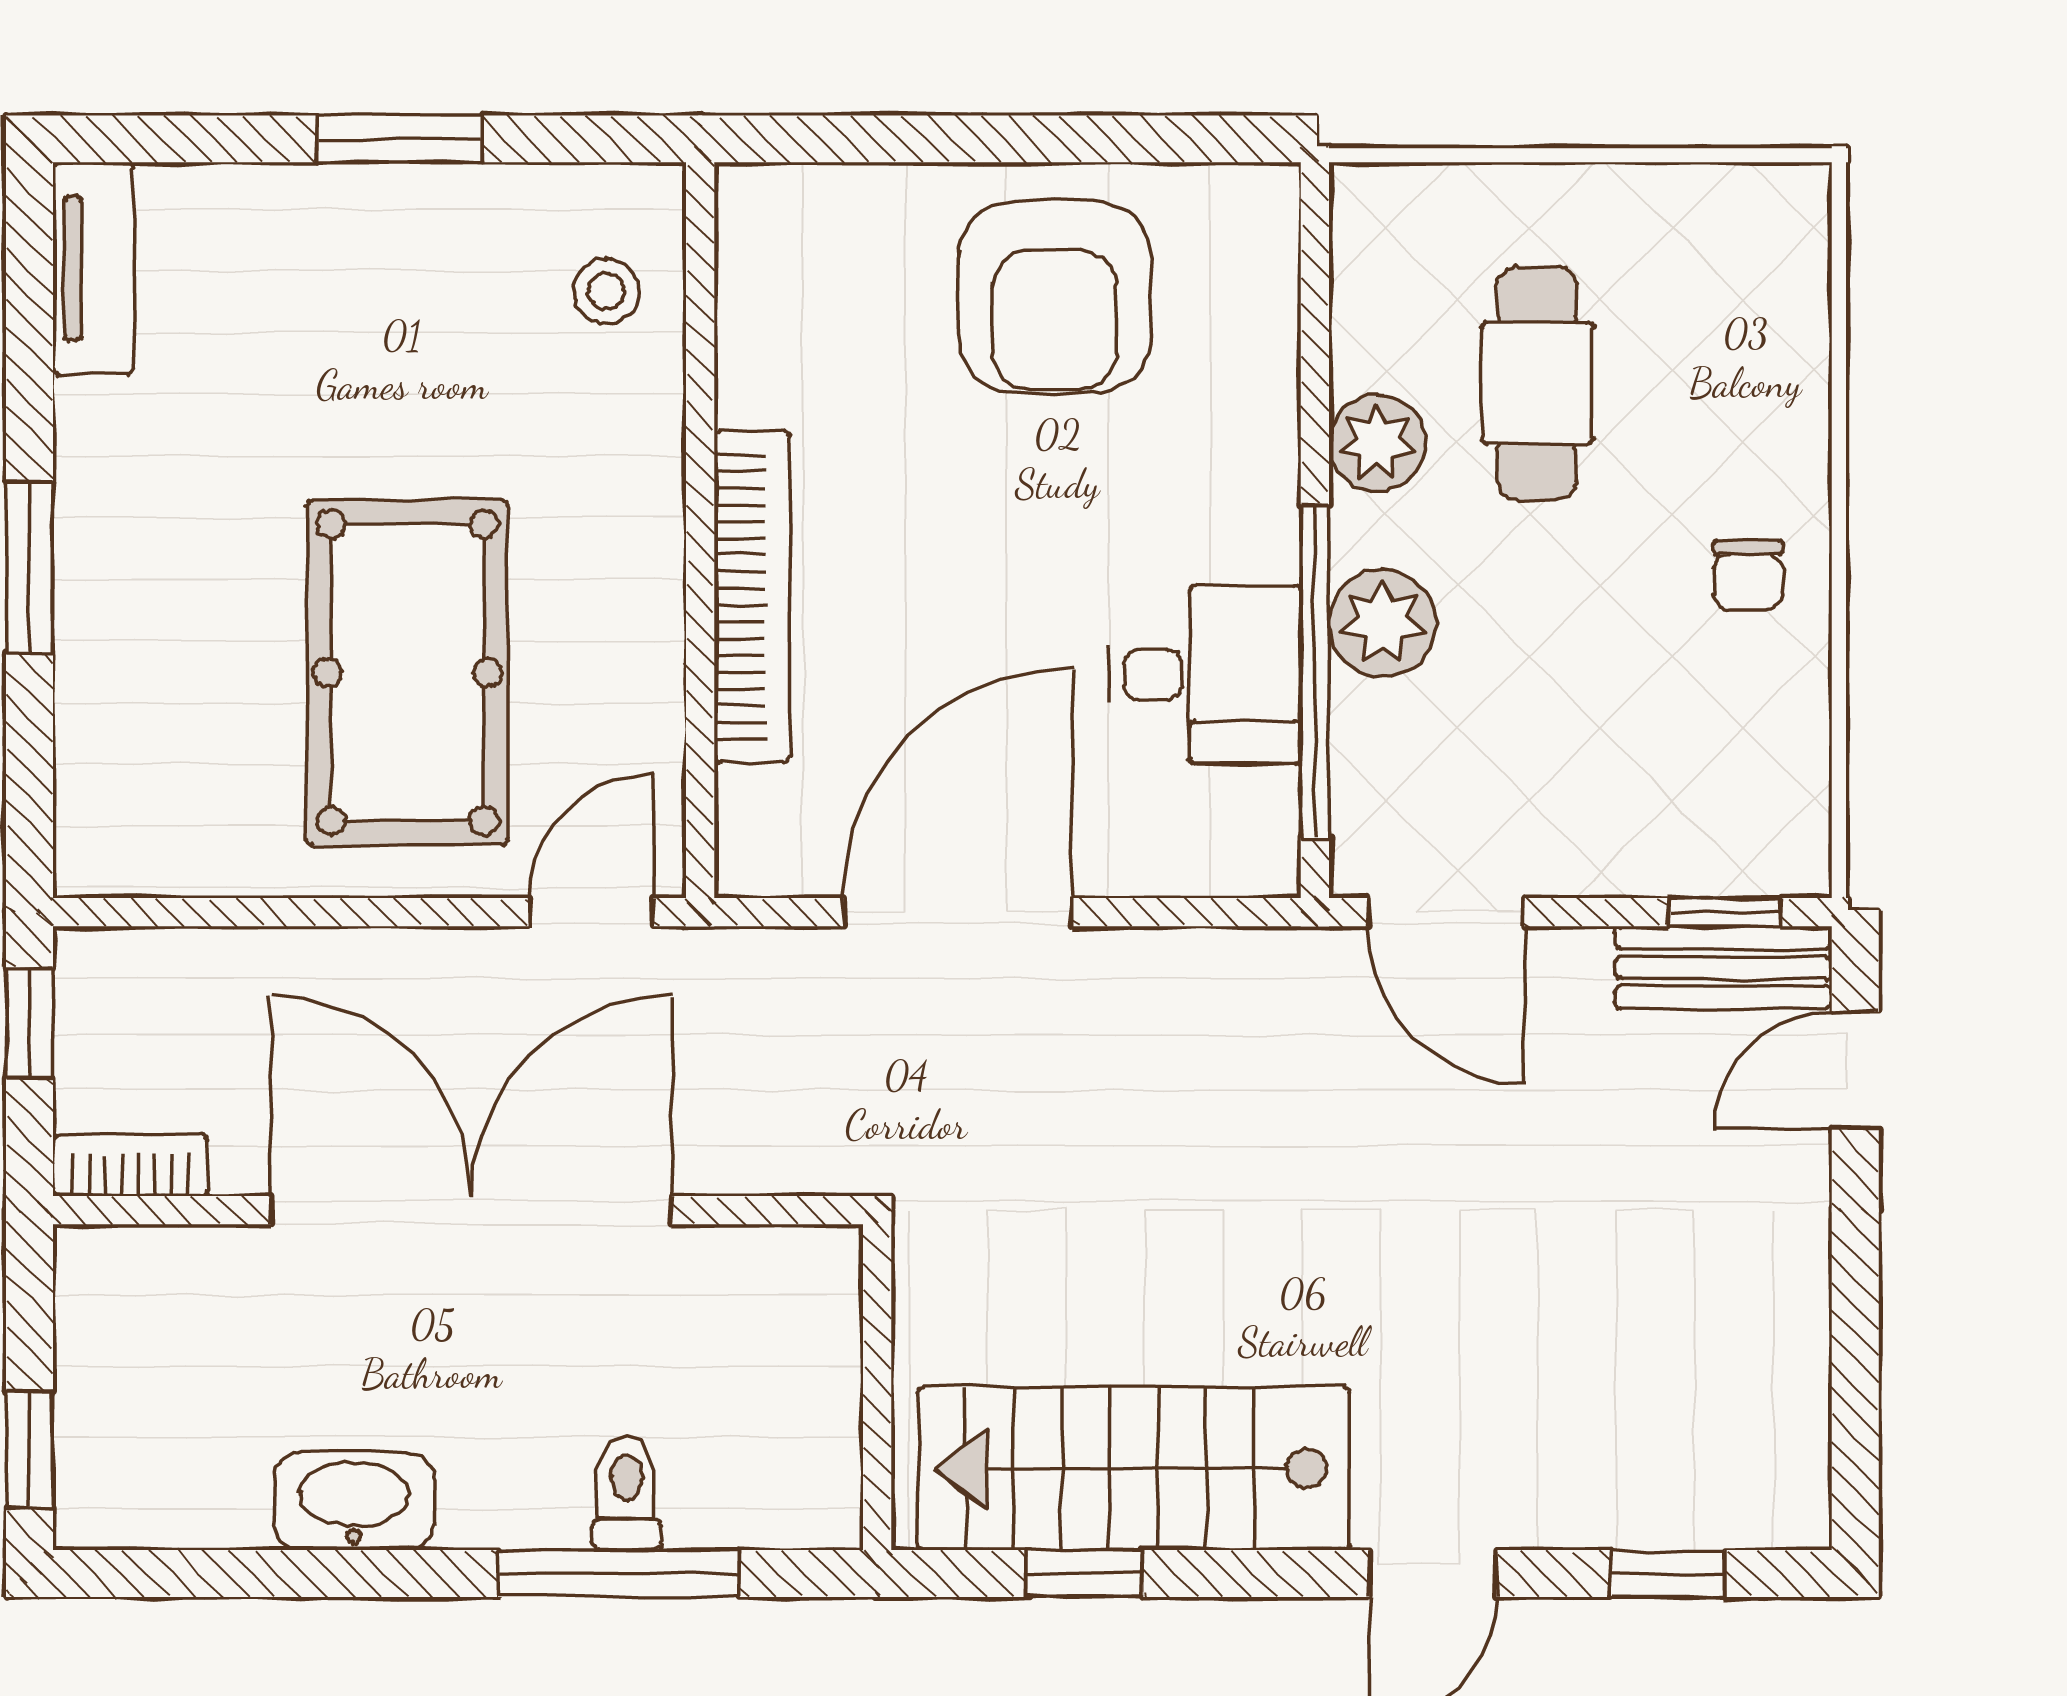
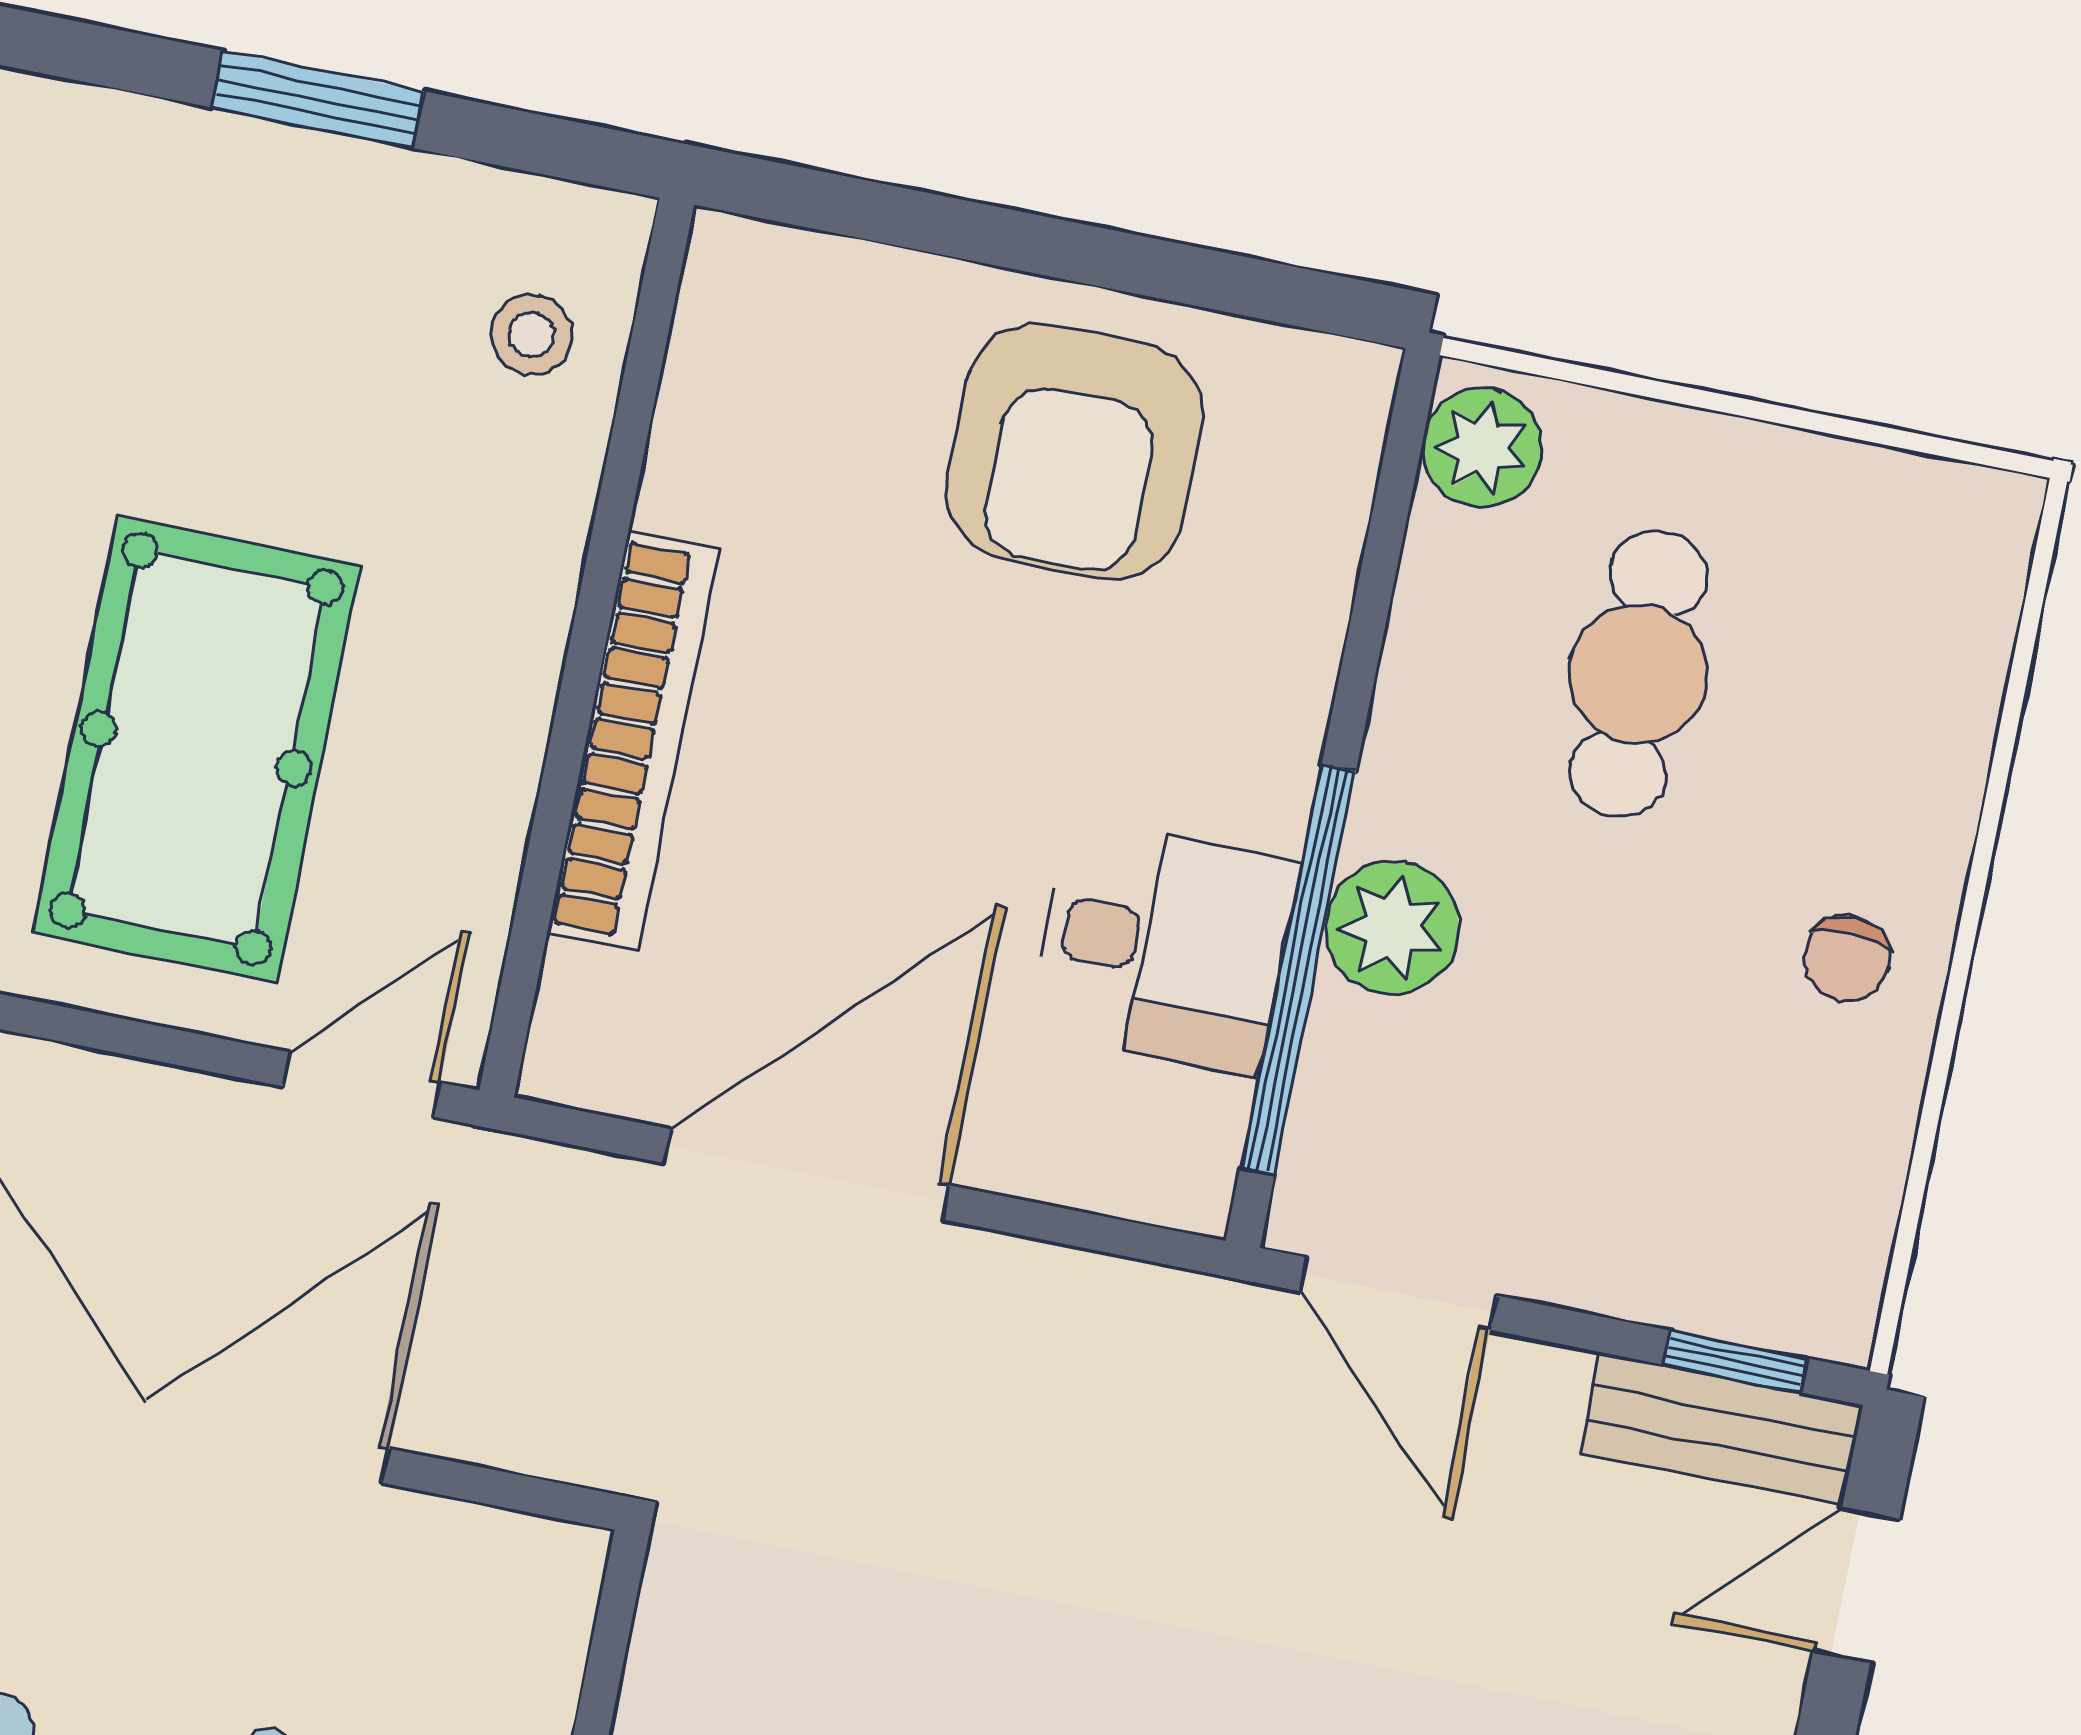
plant: (1377, 443) -> (1482, 447), moved

